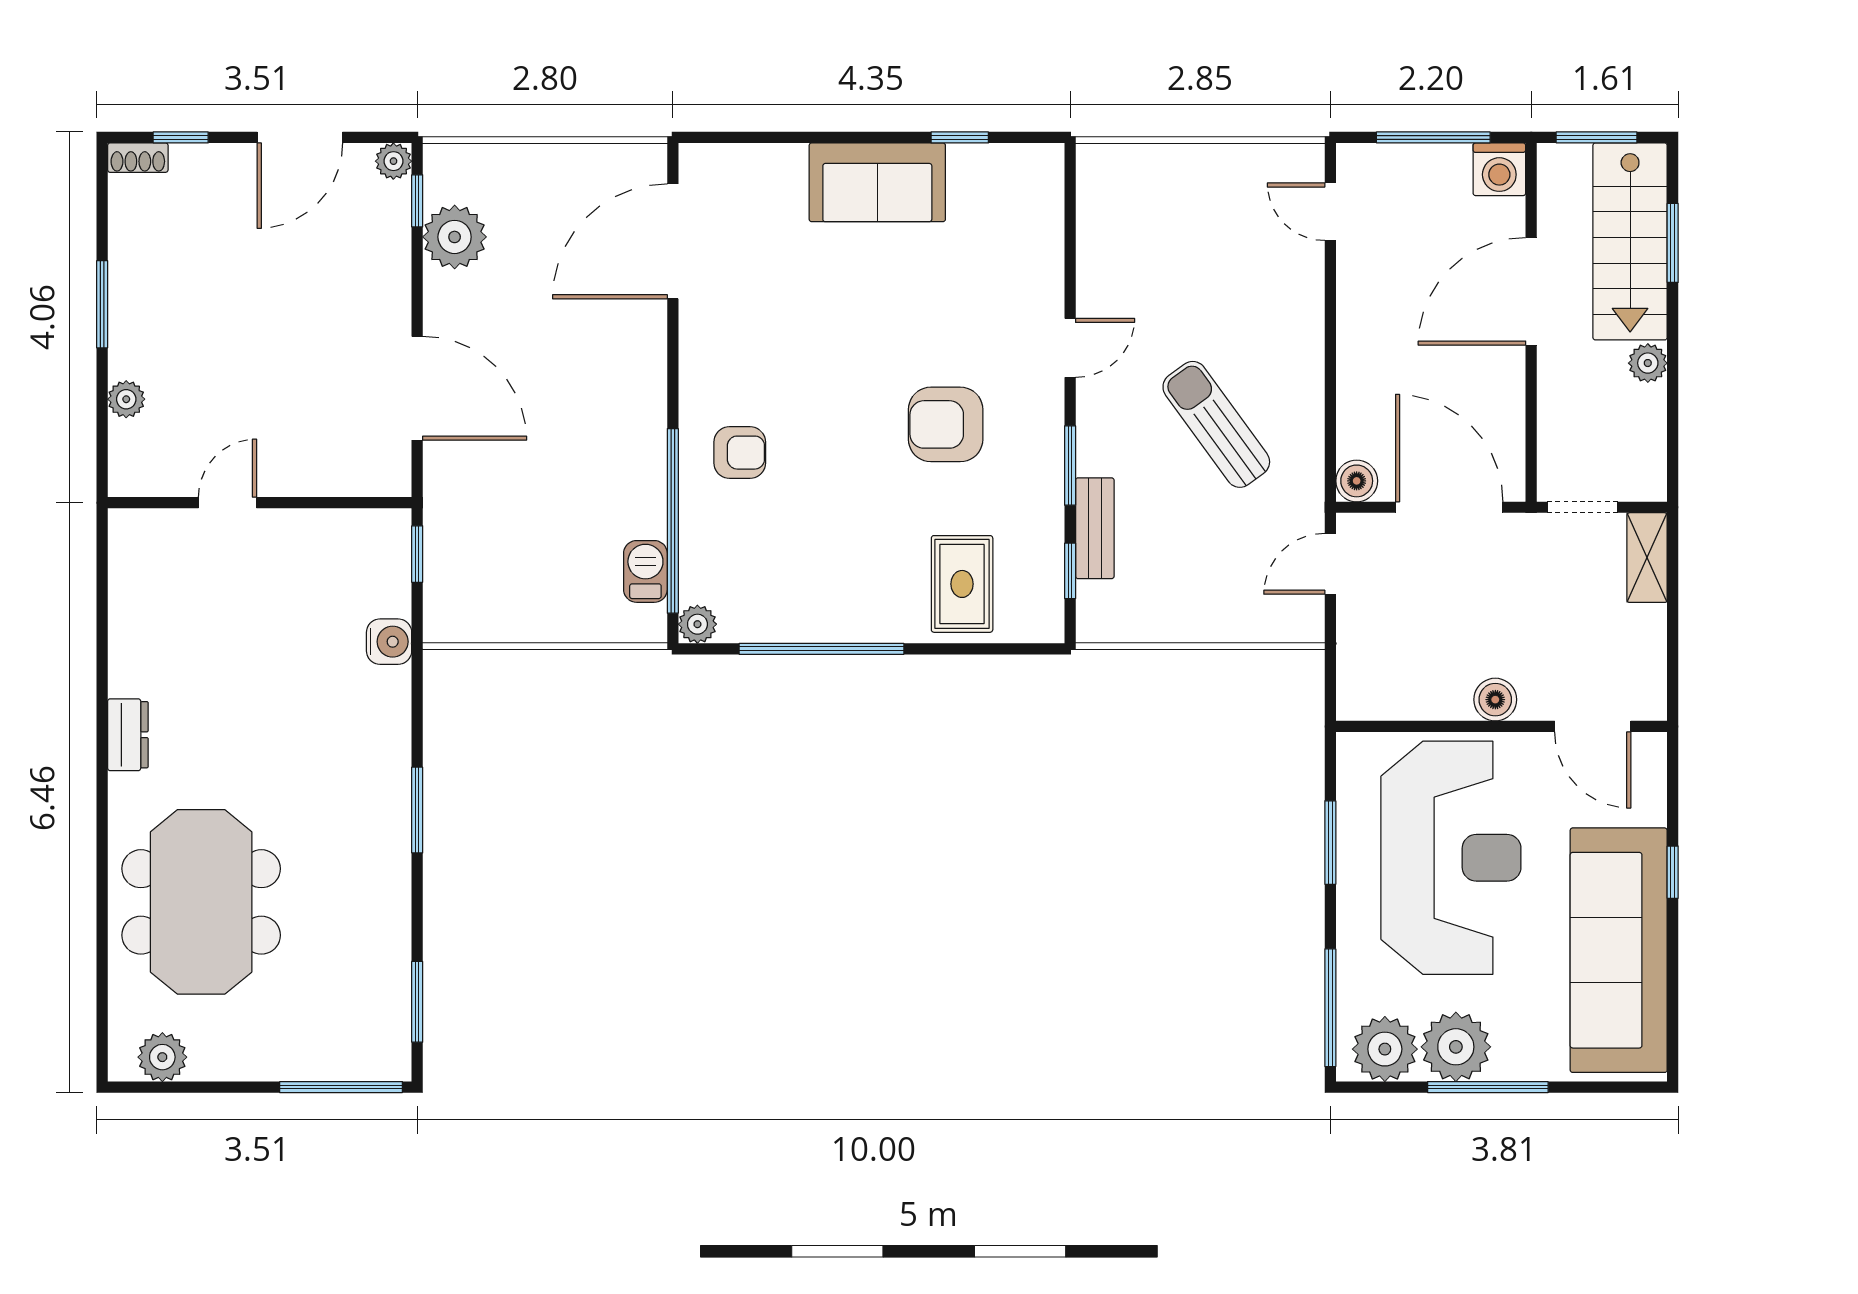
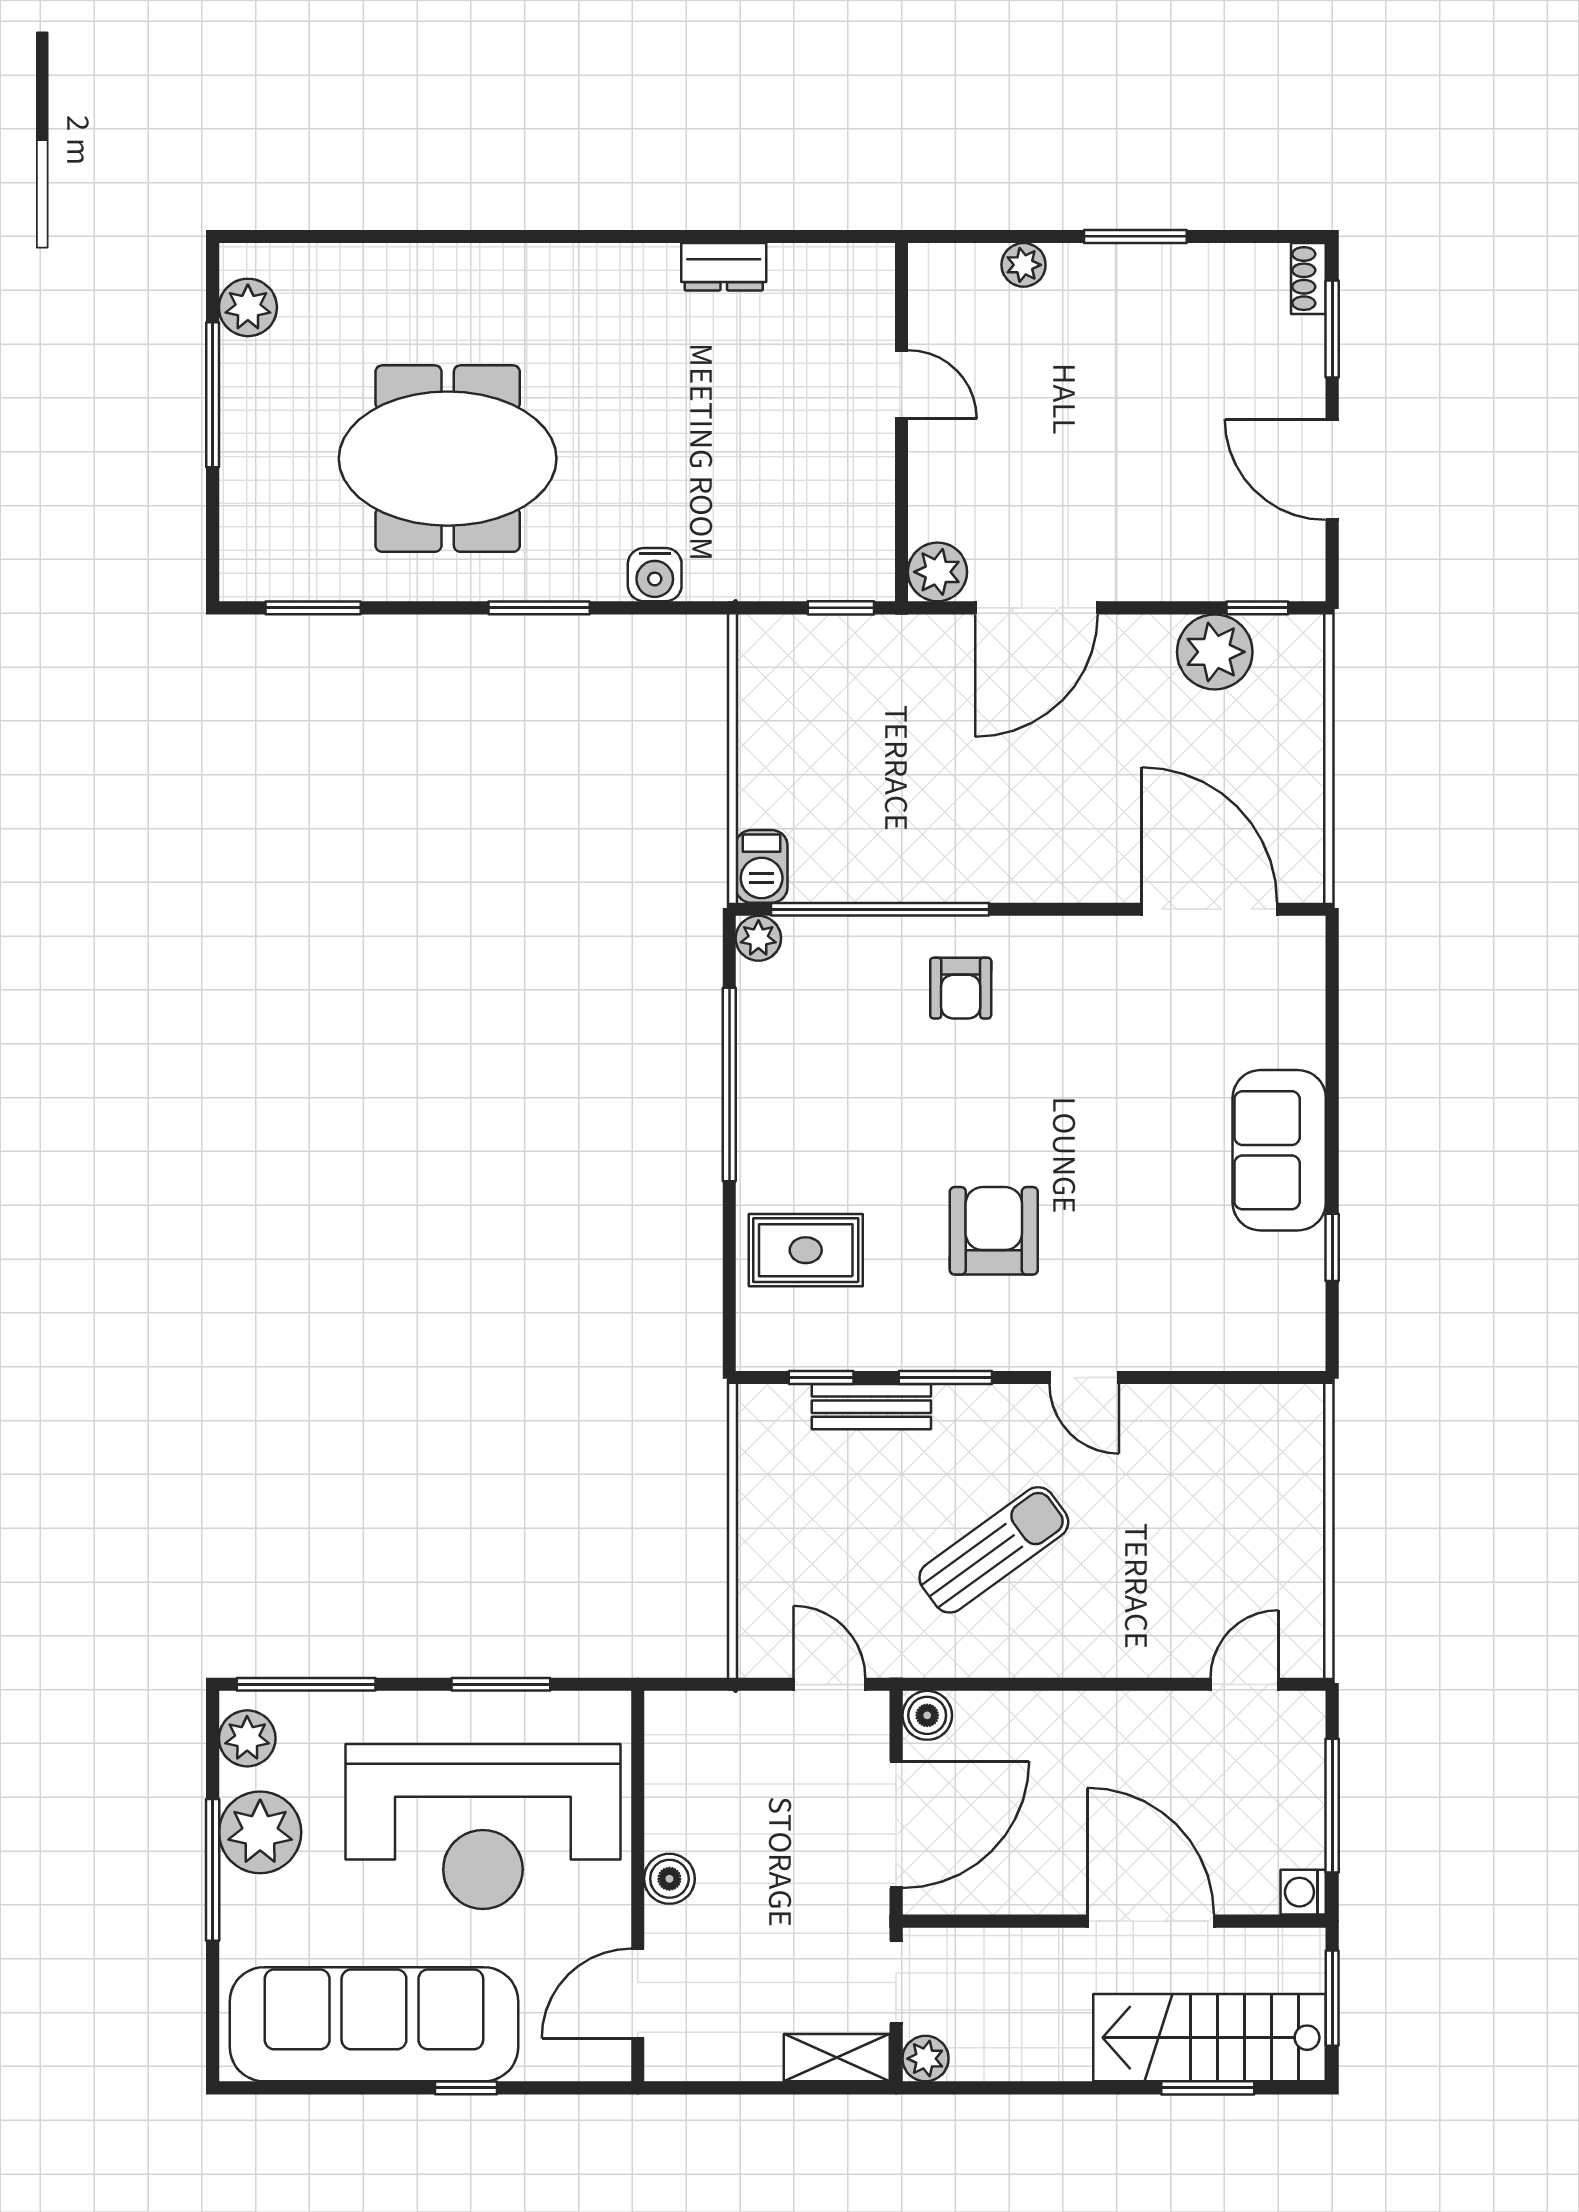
window: (181, 137) -> (1332, 329), width x1.50
plant: (393, 161) -> (937, 572), moved, width x1.38, depth x1.38
washing machine: (1499, 169) -> (1303, 1892), width x0.73, depth x0.73
plant: (1648, 363) -> (925, 2059), moved
barbecue: (645, 571) -> (762, 866), moved, turned 90
water cooler: (389, 642) -> (655, 575), moved
dresser: (128, 735) -> (724, 267), moved
meeting table: (201, 902) -> (448, 459), moved
plant: (1385, 1049) -> (247, 1738), width x0.73, depth x0.73
window: (341, 1087) -> (213, 395), moved

